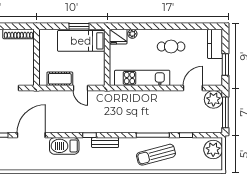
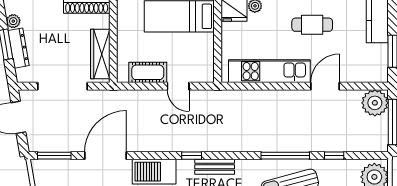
wardrobe: (28, 66) -> (100, 54), added
door: (193, 88) -> (325, 86), moved

